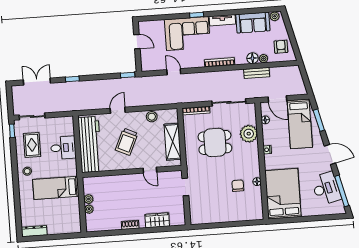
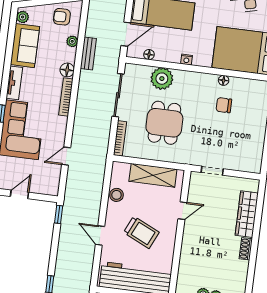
floor lamp: (253, 58) -> (67, 70), moved
wardrobe: (157, 220) -> (247, 214), width x1.50

